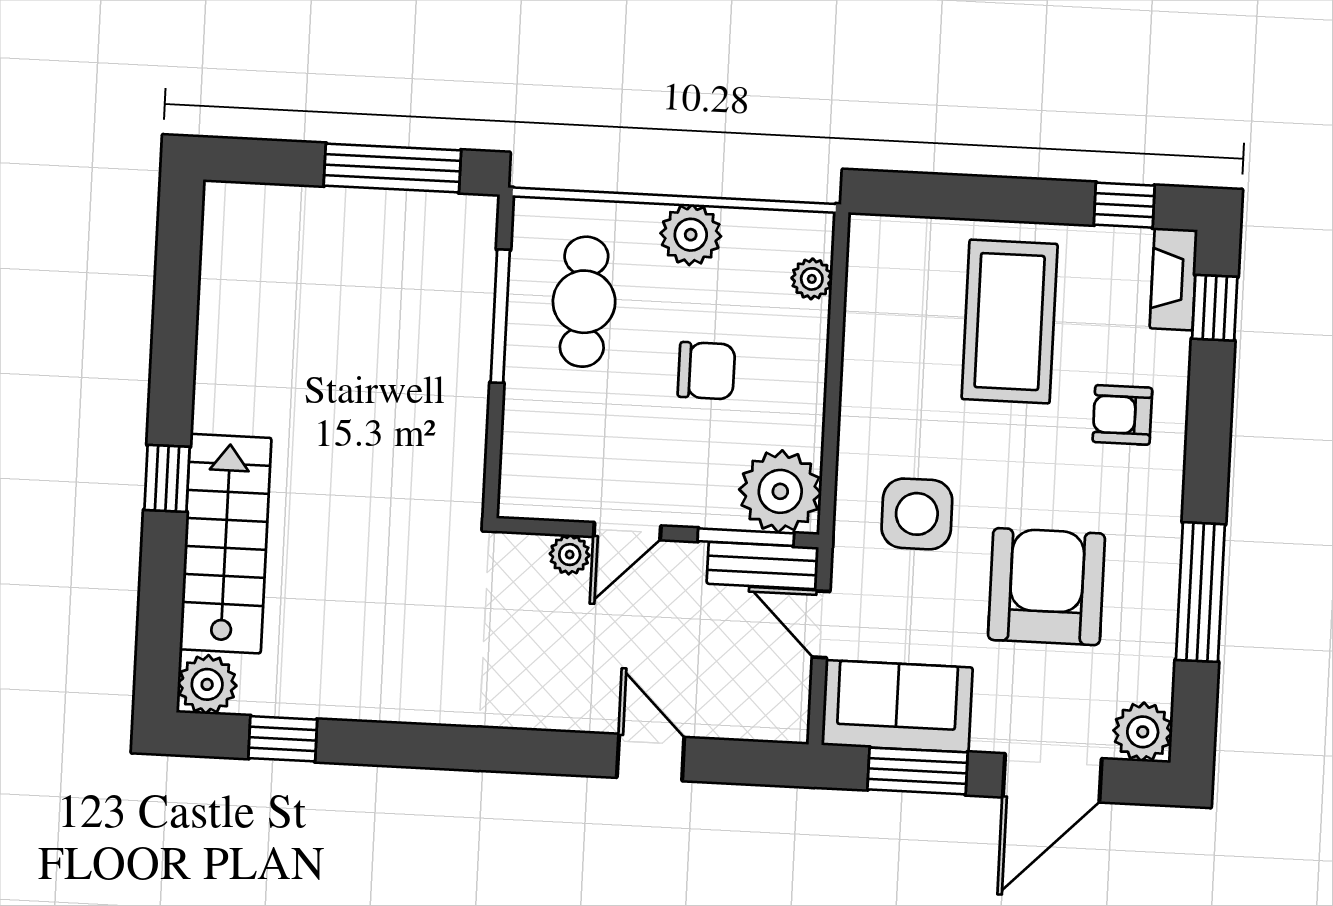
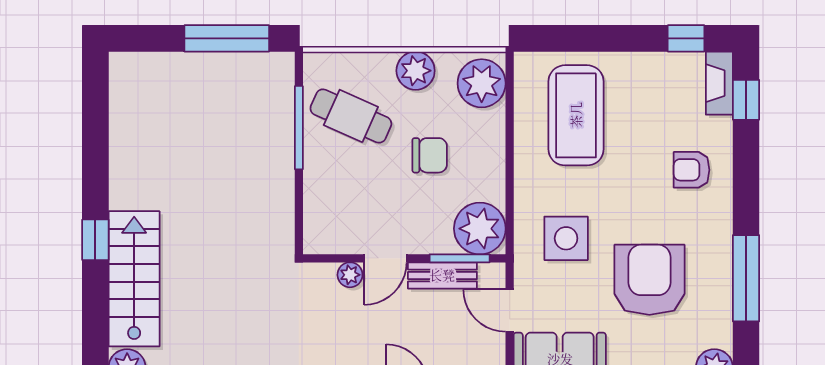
plant: (812, 279) -> (482, 83), width x1.88, depth x1.88
cafe table: (584, 302) -> (351, 116), turned -66
coffee table: (1010, 322) -> (576, 115), moved
bench: (763, 565) -> (442, 275), moved

